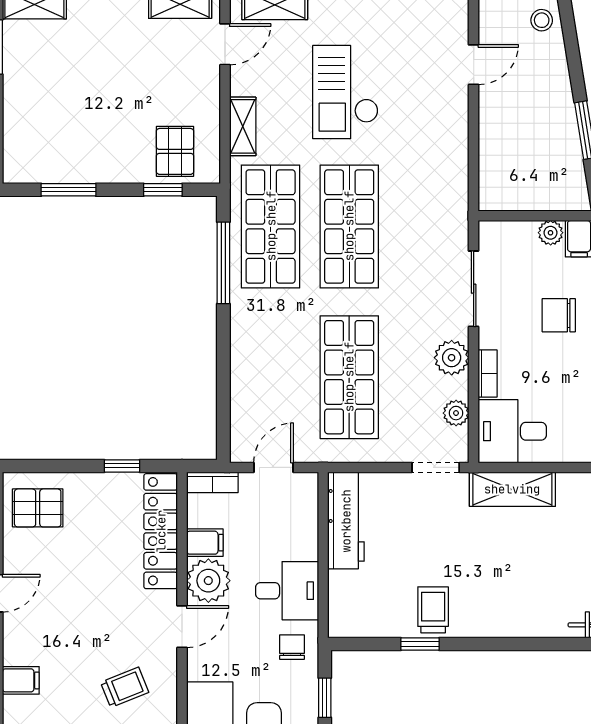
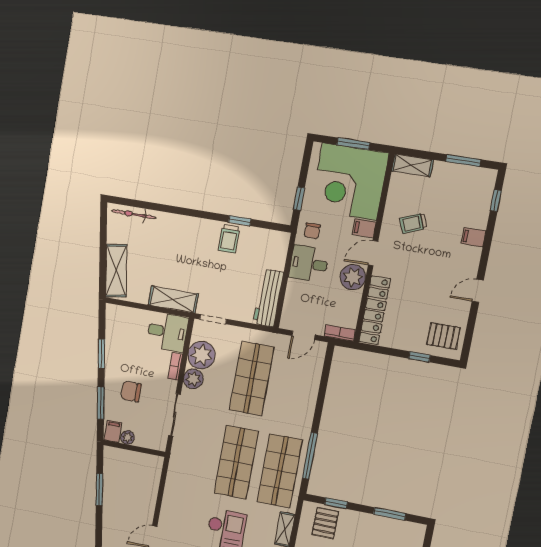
chair: (559, 315) -> (131, 391), turned 180
plant: (456, 413) -> (201, 355), width x1.87, depth x1.87
window: (122, 466) -> (419, 357), moved
filing cabinet: (205, 543) -> (364, 228), moved

